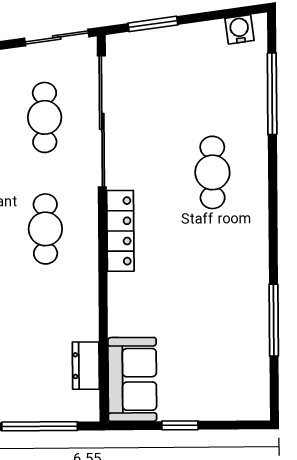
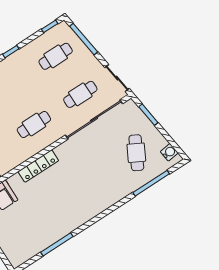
cafe table: (212, 172) -> (136, 153), moved, turned -62
locker: (120, 231) -> (38, 166), moved

